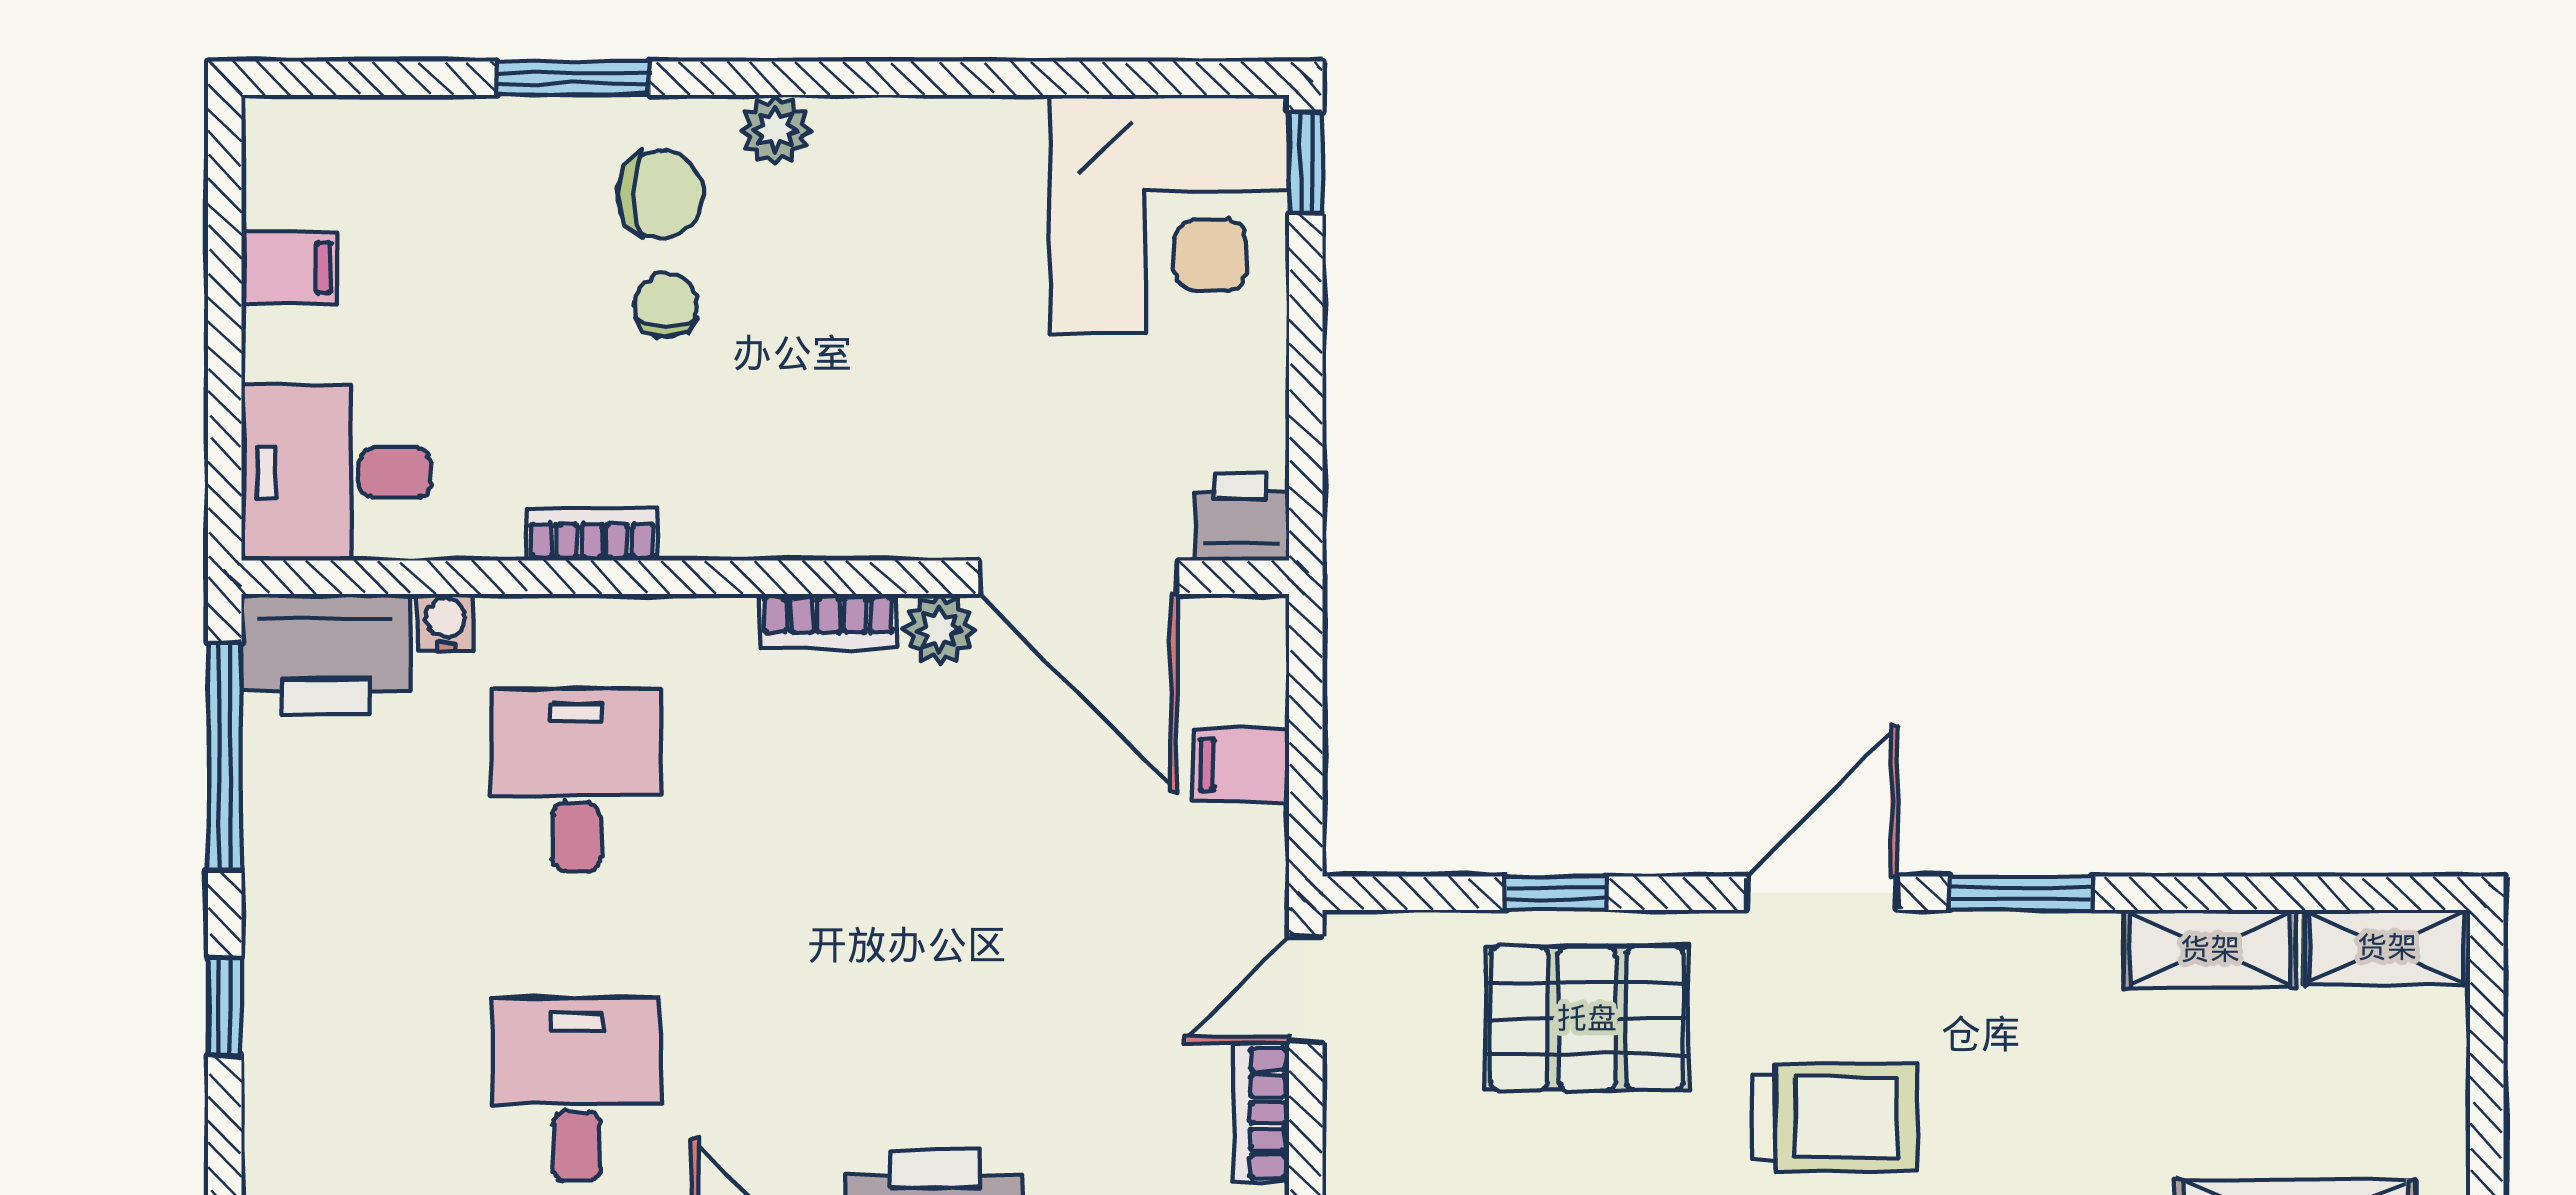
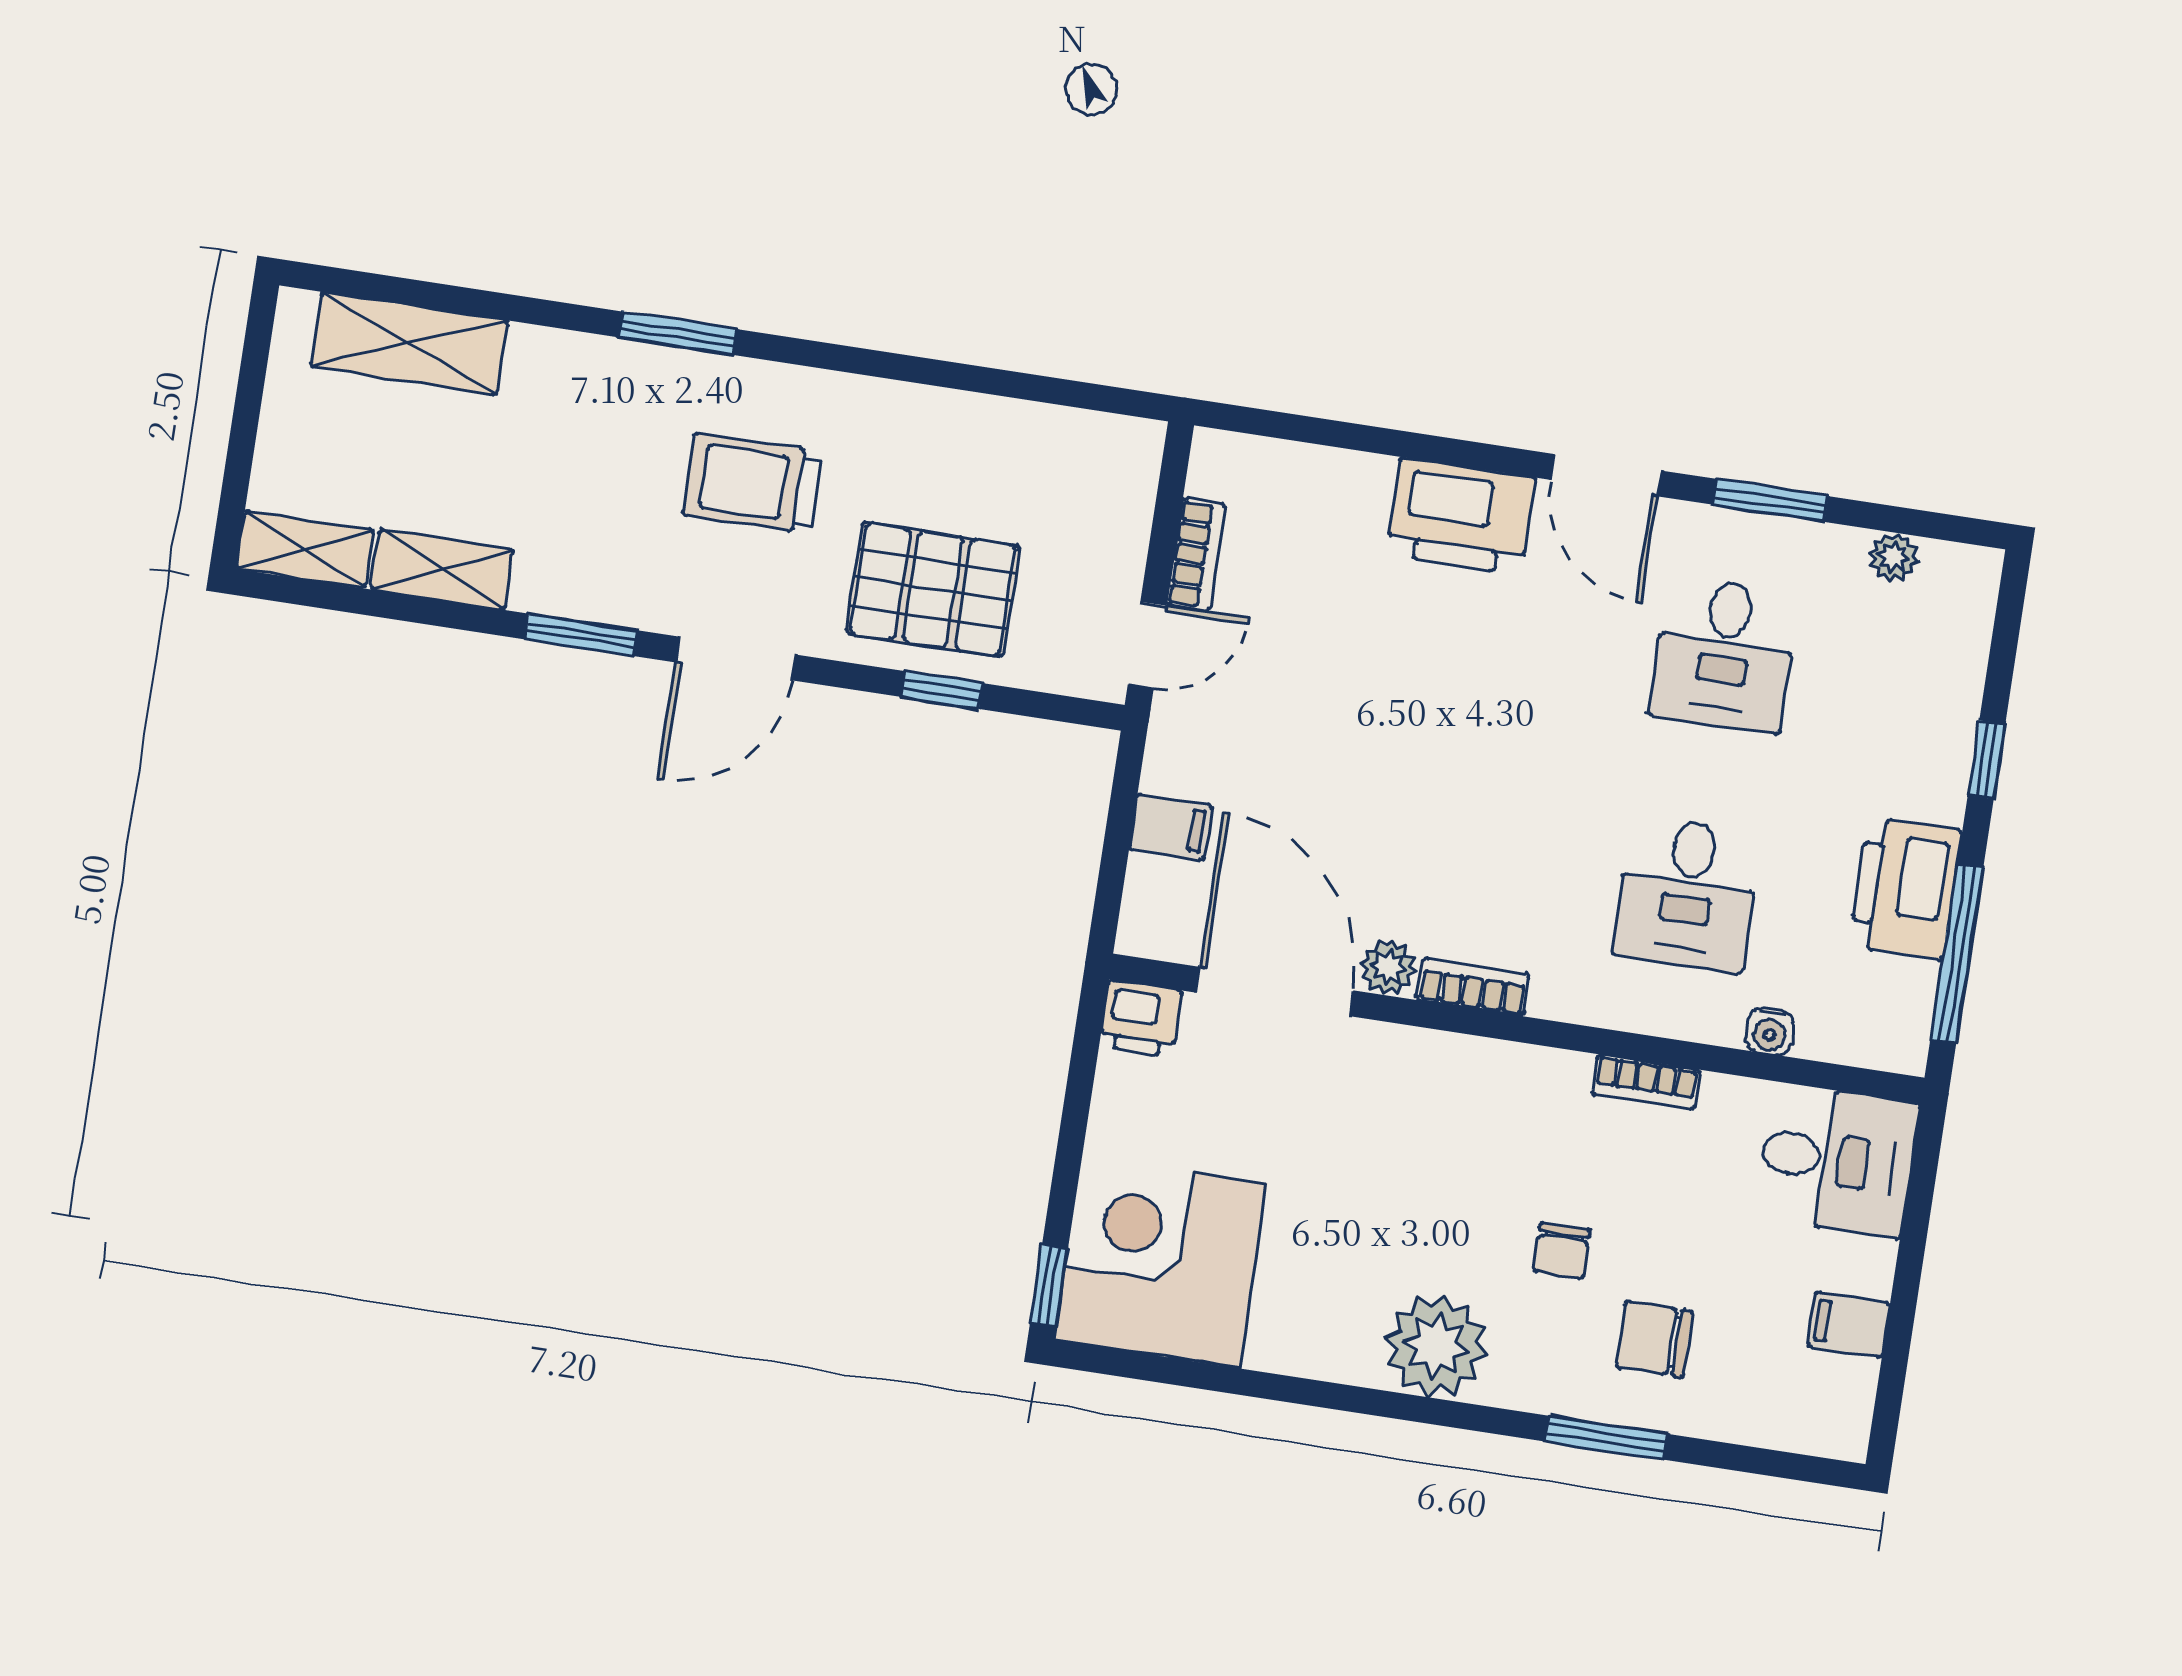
plant: (775, 130) -> (1436, 1346), width x1.88, depth x1.88
chair: (660, 194) -> (1654, 1339), moved
printer: (326, 655) -> (1906, 888), moved, turned -90

